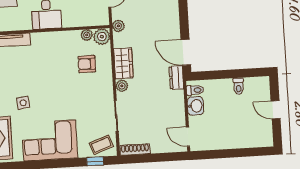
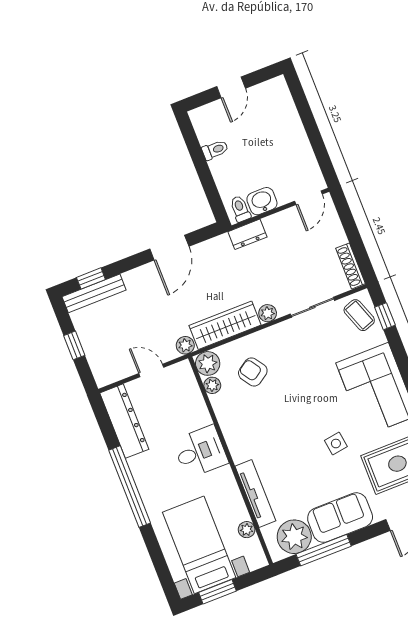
door: (186, 52) -> (169, 248), moved
wardrobe: (123, 63) -> (225, 325), width x1.50
armchair: (87, 64) -> (253, 372), turned 146
dresser: (176, 77) -> (247, 234), moved

